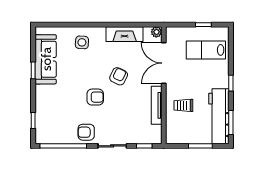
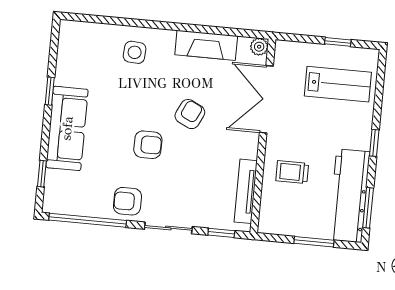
lab bench: (206, 50) -> (338, 84), turned 180
sofa: (46, 59) -> (67, 128), moved
tv unit: (157, 105) -> (246, 191), moved

